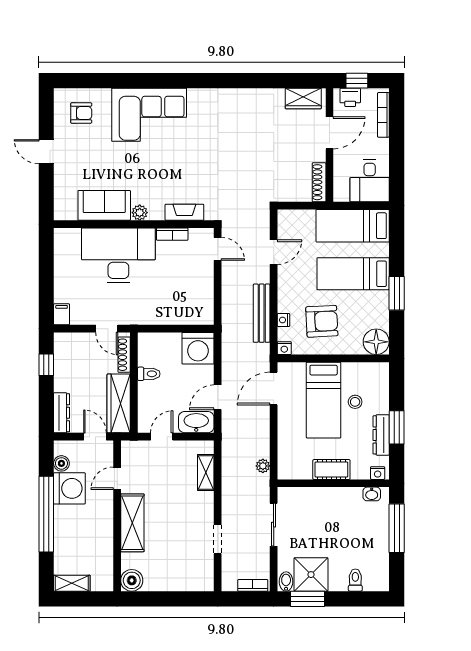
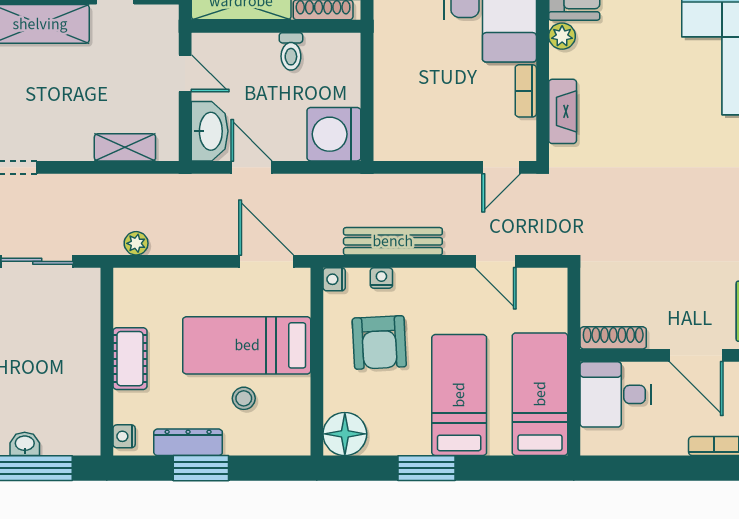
desk: (370, 181) -> (615, 394), moved
washbasin: (372, 494) -> (25, 444), moved, turned 90

